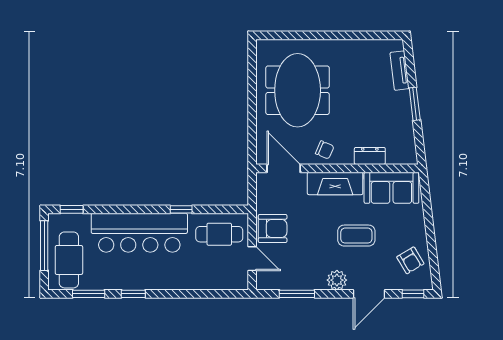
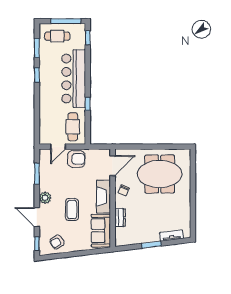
armchair: (273, 228) -> (76, 159), turned -90
cafe table: (69, 260) -> (57, 36), width x0.73, depth x0.74

